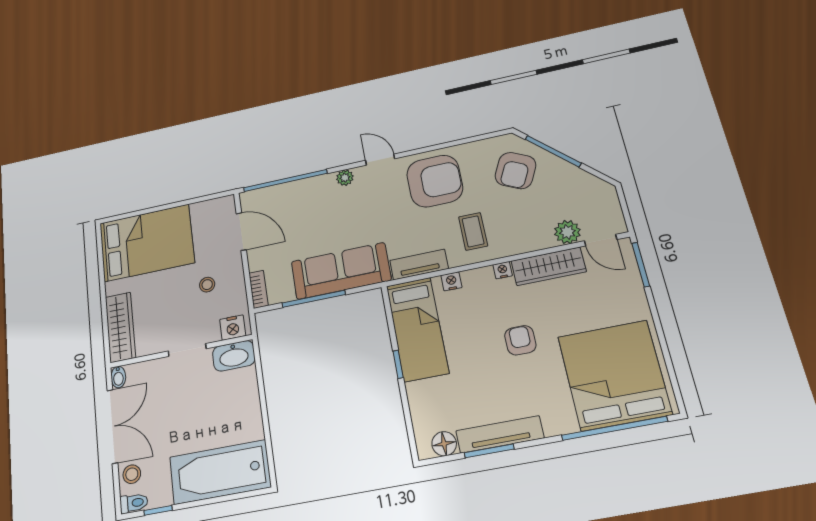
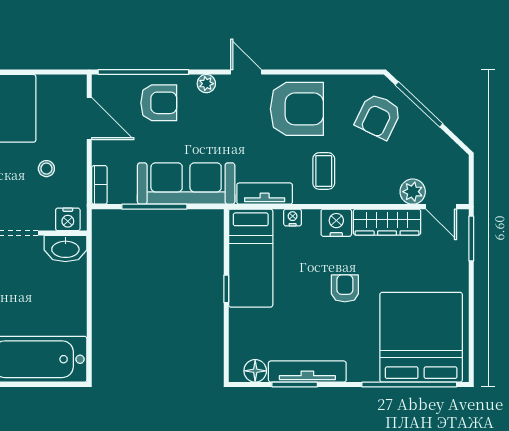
armchair: (303, 204) -> (159, 103), added
nightstand: (503, 270) -> (336, 223), width x1.89, depth x1.79

